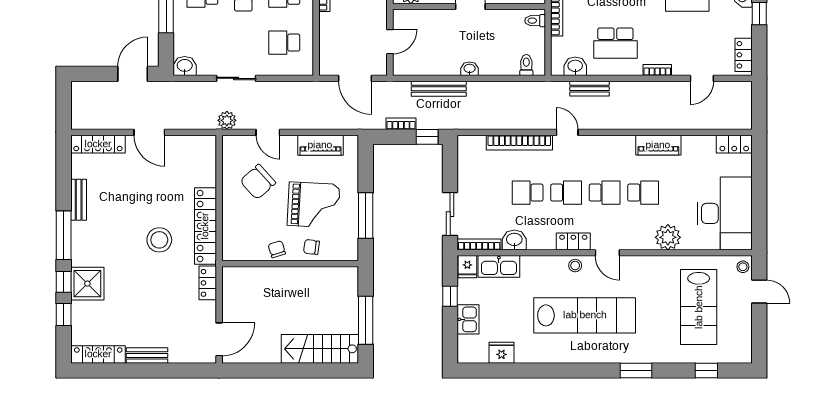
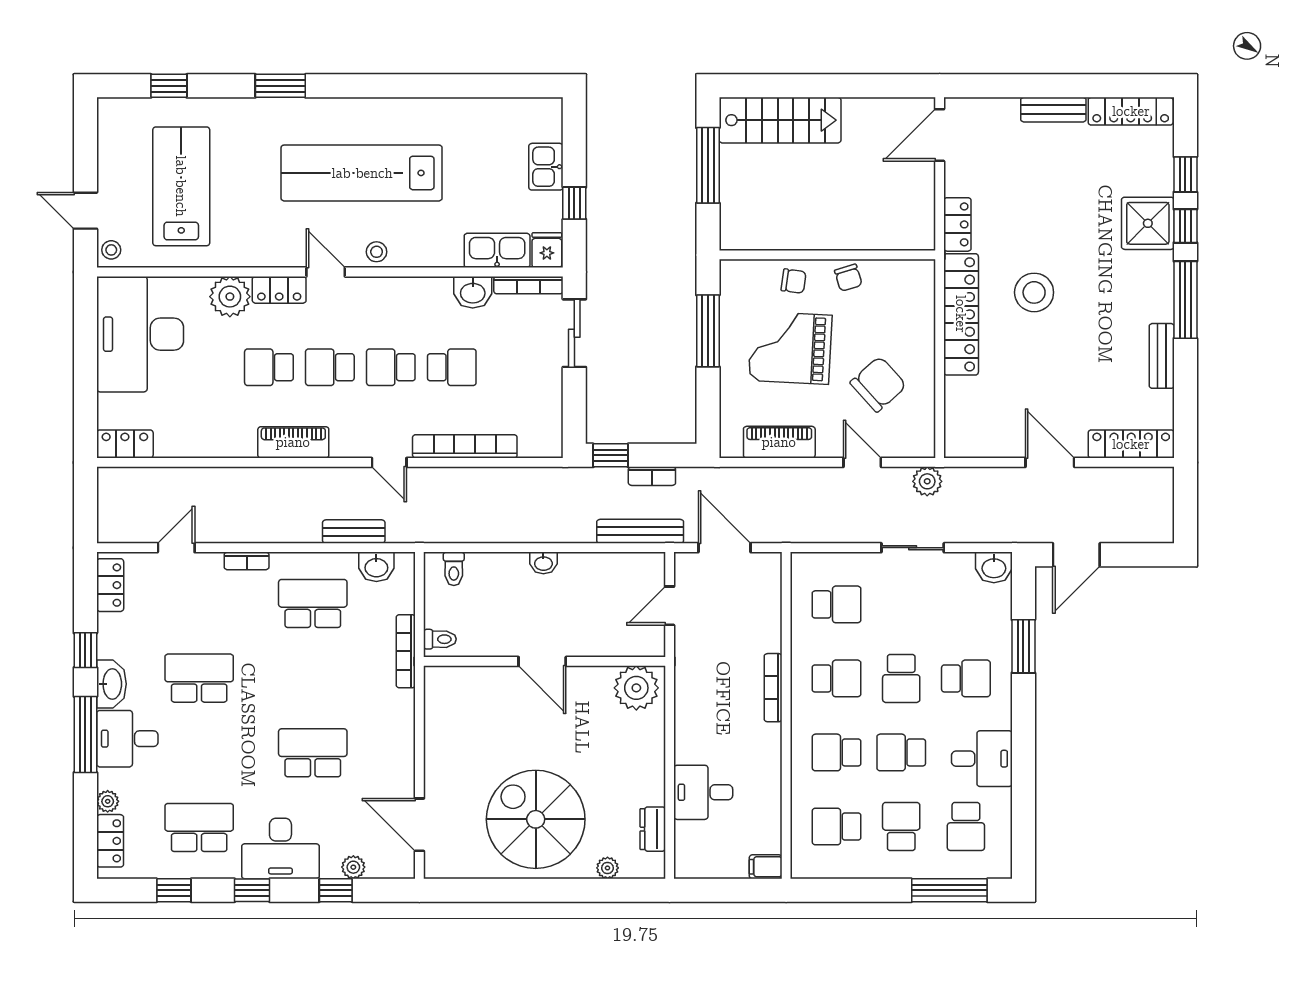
bench: (439, 89) -> (640, 531), moved
piano: (658, 145) -> (293, 442), moved
locker: (573, 242) -> (279, 290), moved
fridge: (501, 353) -> (493, 114), removed

